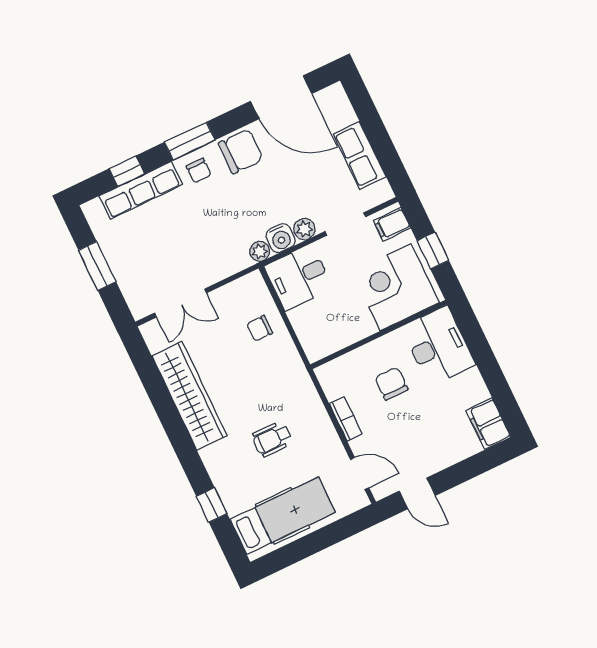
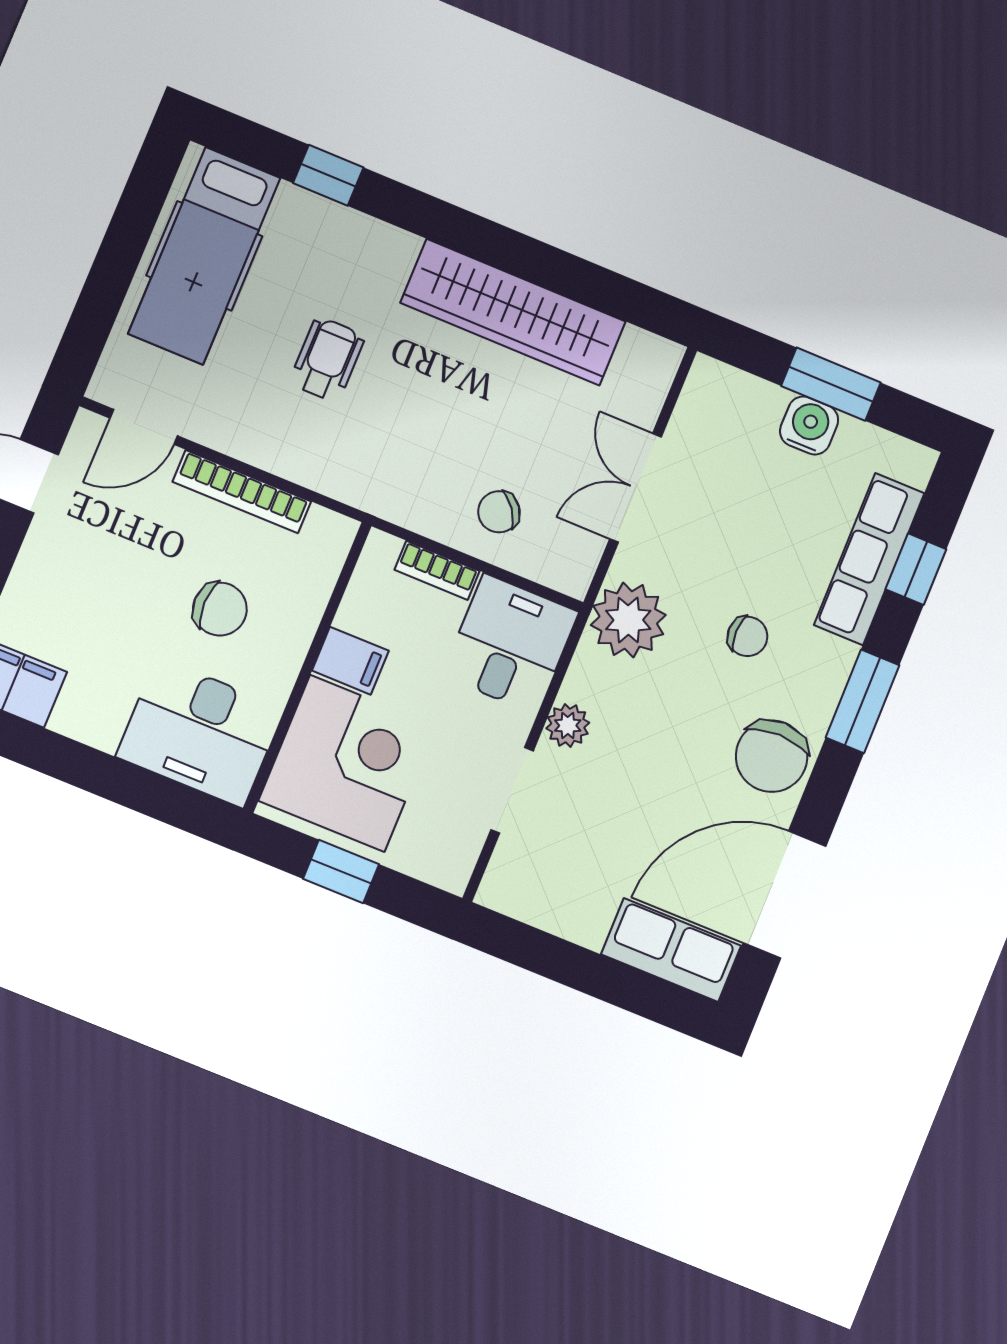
row of seats: (360, 155) -> (671, 950), moved
chair: (199, 171) -> (747, 636), moved, turned 180
filing cabinet: (392, 224) -> (350, 661), moved, turned 90
water cooler: (281, 238) -> (809, 426), moved, turned 90
plant: (260, 251) -> (628, 620), width x1.88, depth x1.88
double door: (181, 303) -> (636, 488), moved
bookcase: (301, 327) -> (437, 570), added
chair: (260, 328) -> (499, 512), turned -126
bookcase: (346, 419) -> (242, 492), width x1.56

